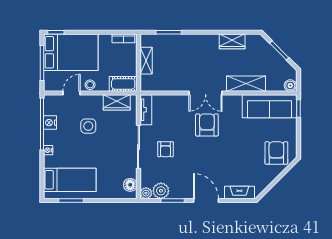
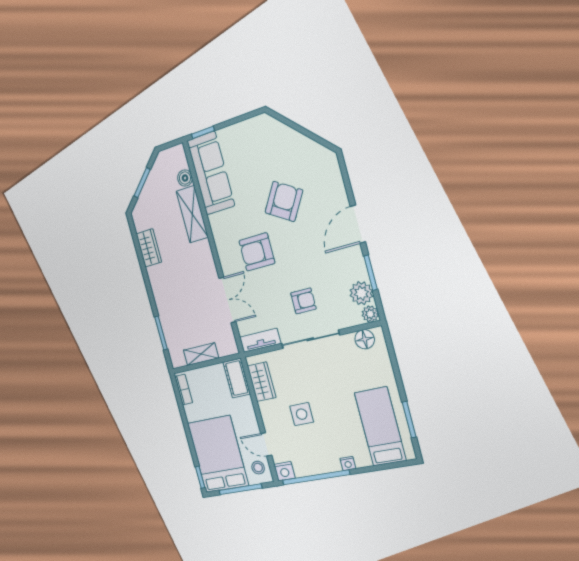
stool: (90, 85) -> (258, 468), moved
boiler: (290, 85) -> (185, 178), moved
double door: (206, 93) -> (227, 300), moved
nightstand: (50, 123) -> (284, 471), moved
armchair: (276, 153) -> (284, 201), moved, turned 122
fireplace: (239, 193) -> (334, 179), removed

